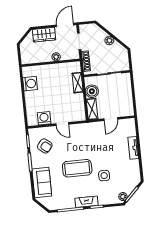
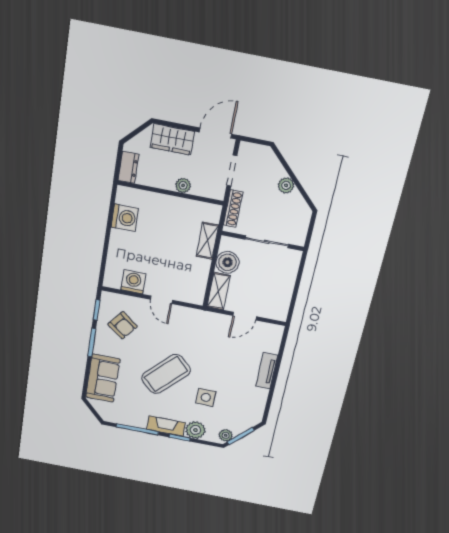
dresser: (25, 56) -> (128, 167), added
coffee table: (77, 168) -> (166, 374), turned -46
plant: (104, 199) -> (195, 430), added

